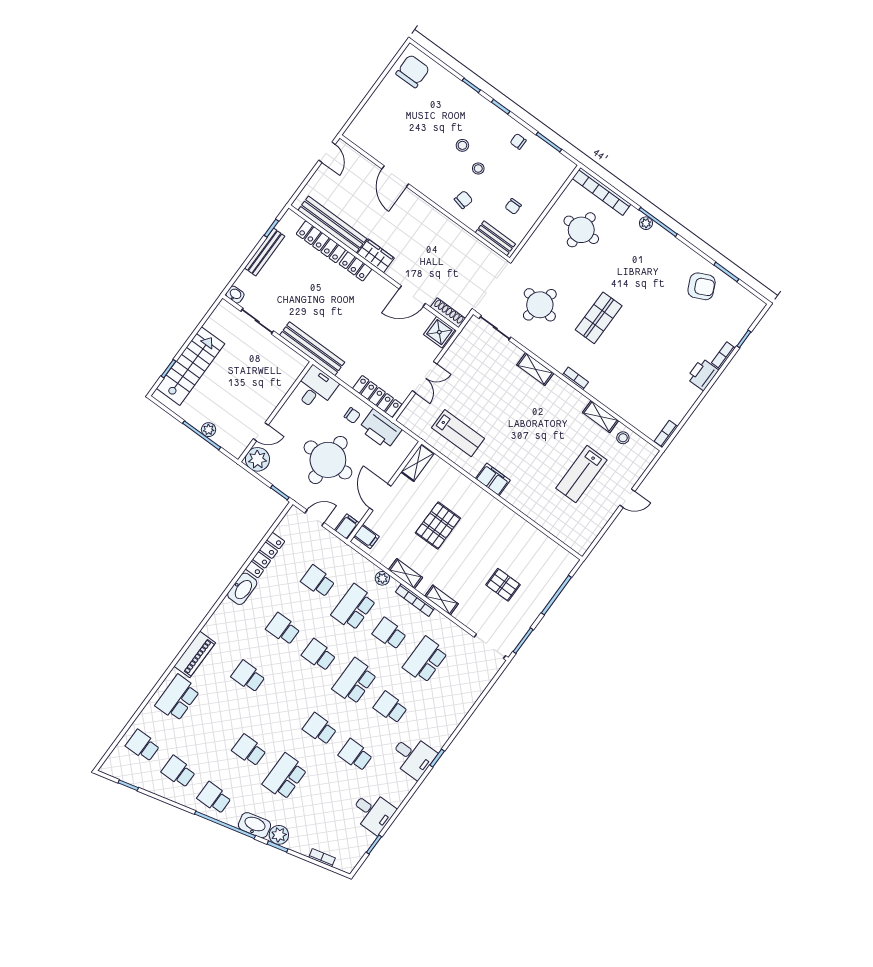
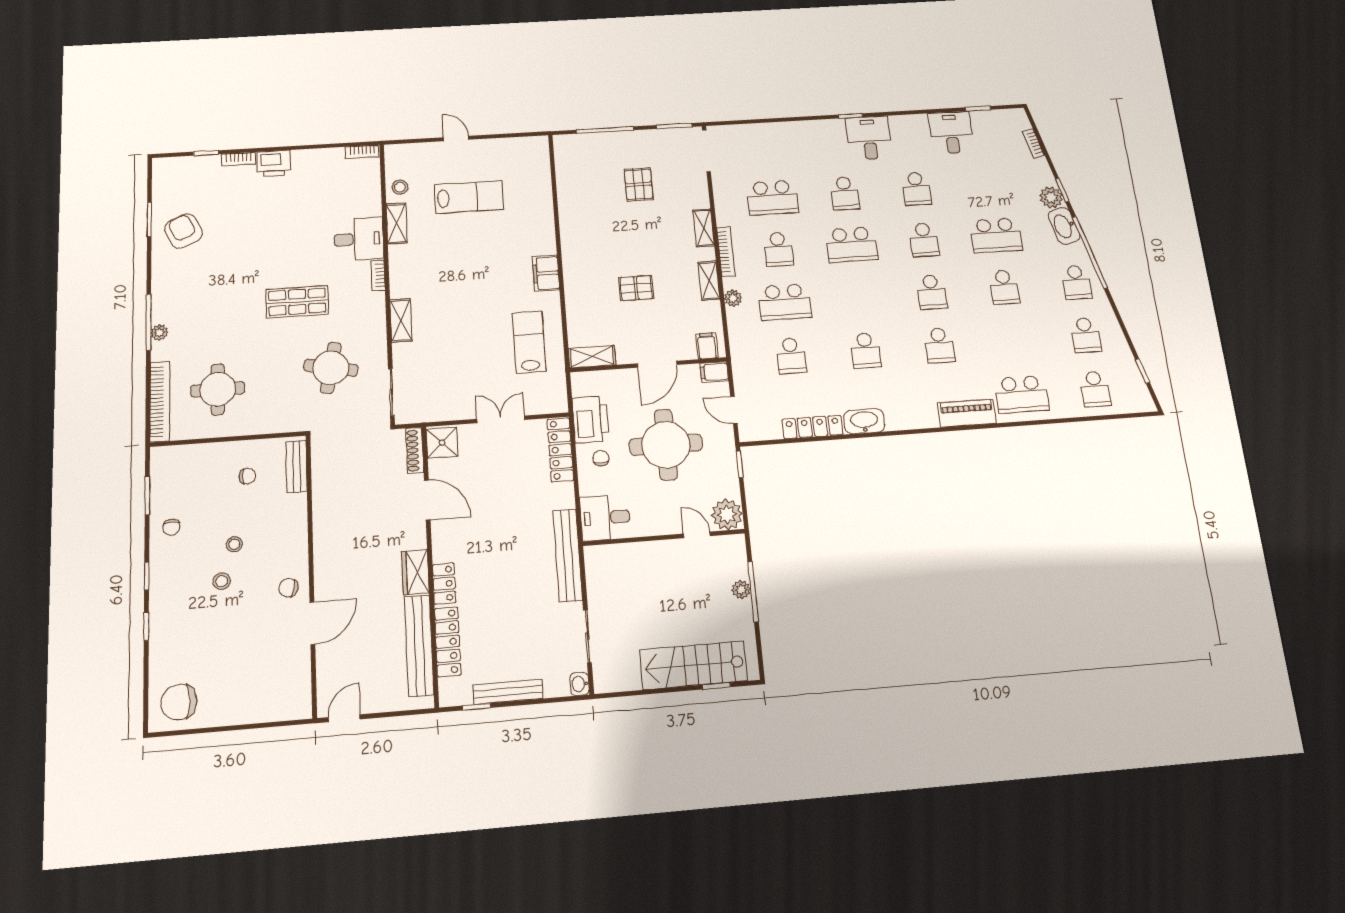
chair: (463, 200) -> (289, 588), moved
desk: (609, 386) -> (359, 239), added
pallet: (438, 526) -> (636, 288), width x0.67, depth x0.71
school desk: (319, 655) -> (932, 292), moved

